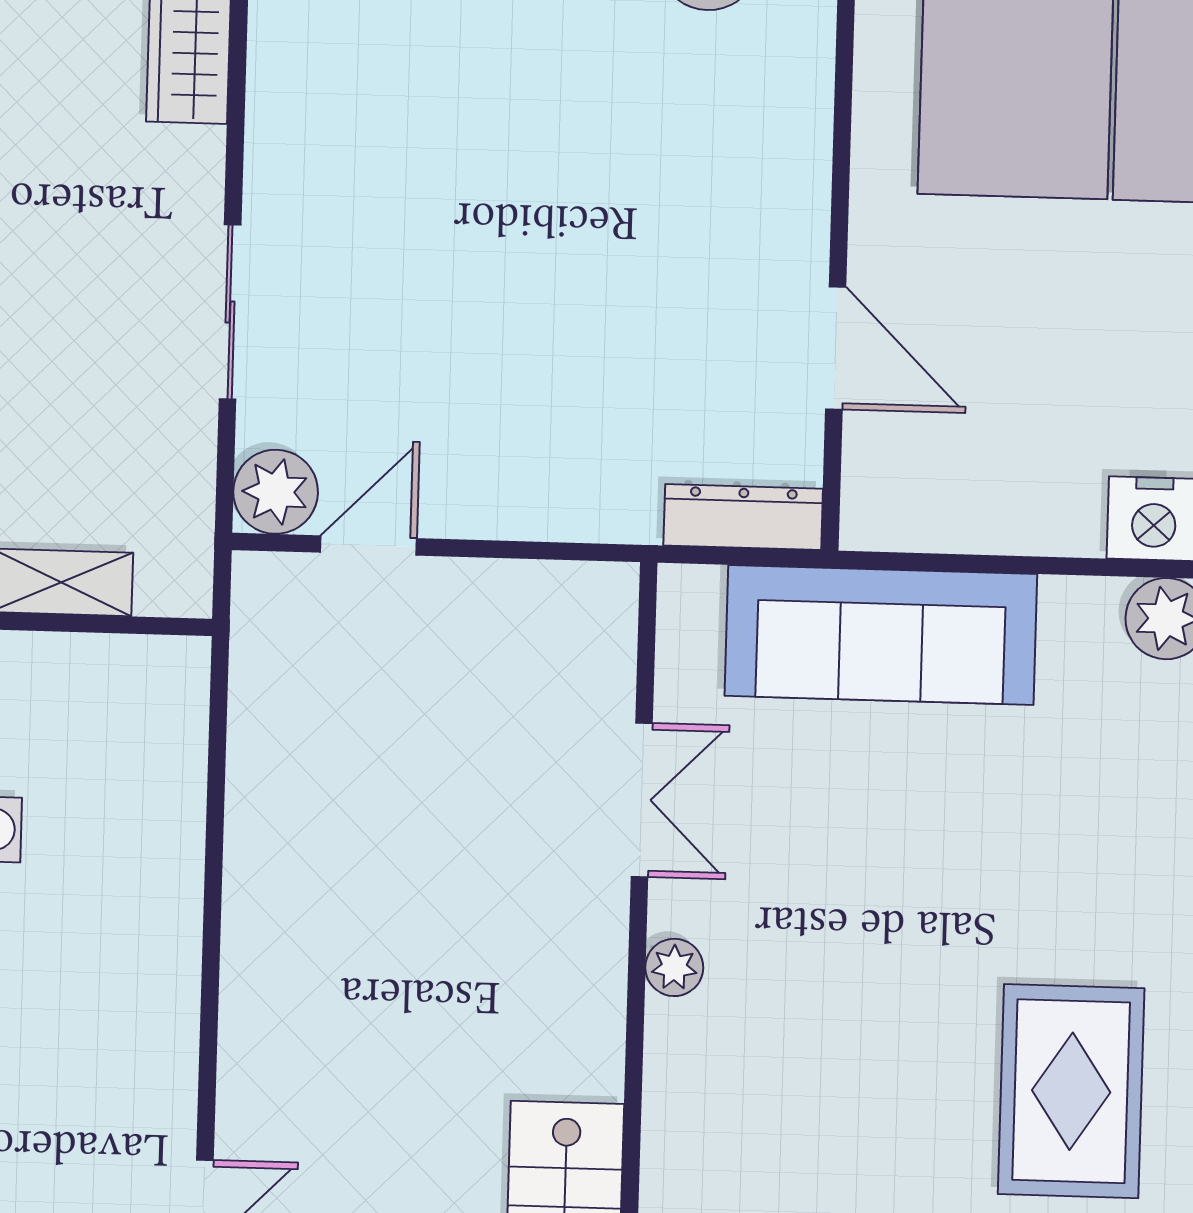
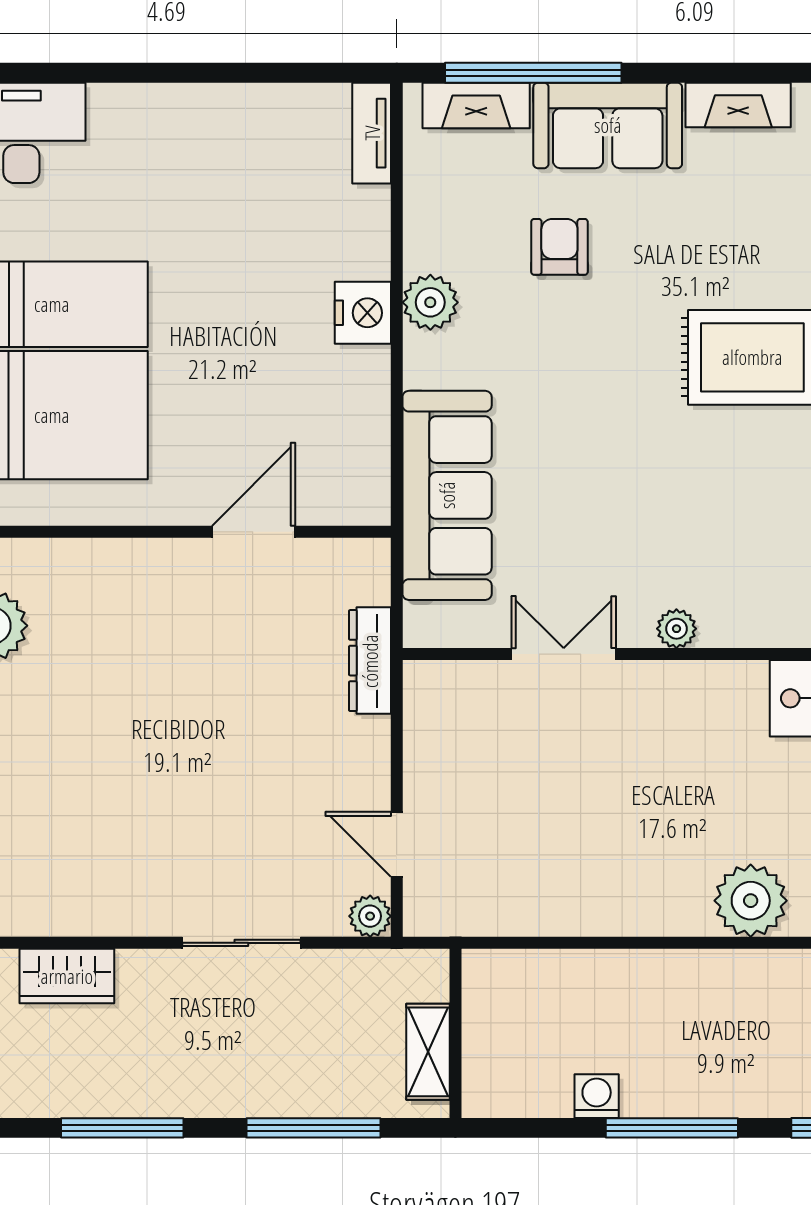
plant: (276, 492) -> (370, 916), width x0.73, depth x0.73
dresser: (743, 517) -> (370, 661), moved
plant: (270, 1065) -> (751, 901), added

